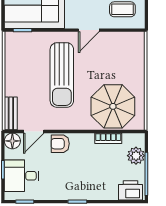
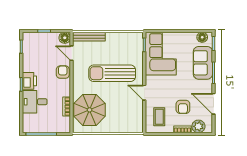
bench: (11, 113) -> (89, 37), width x1.36
plant: (136, 156) -> (54, 126), removed
desk: (22, 176) -> (35, 102), moved, turned -90
printer: (130, 190) -> (29, 81), moved

